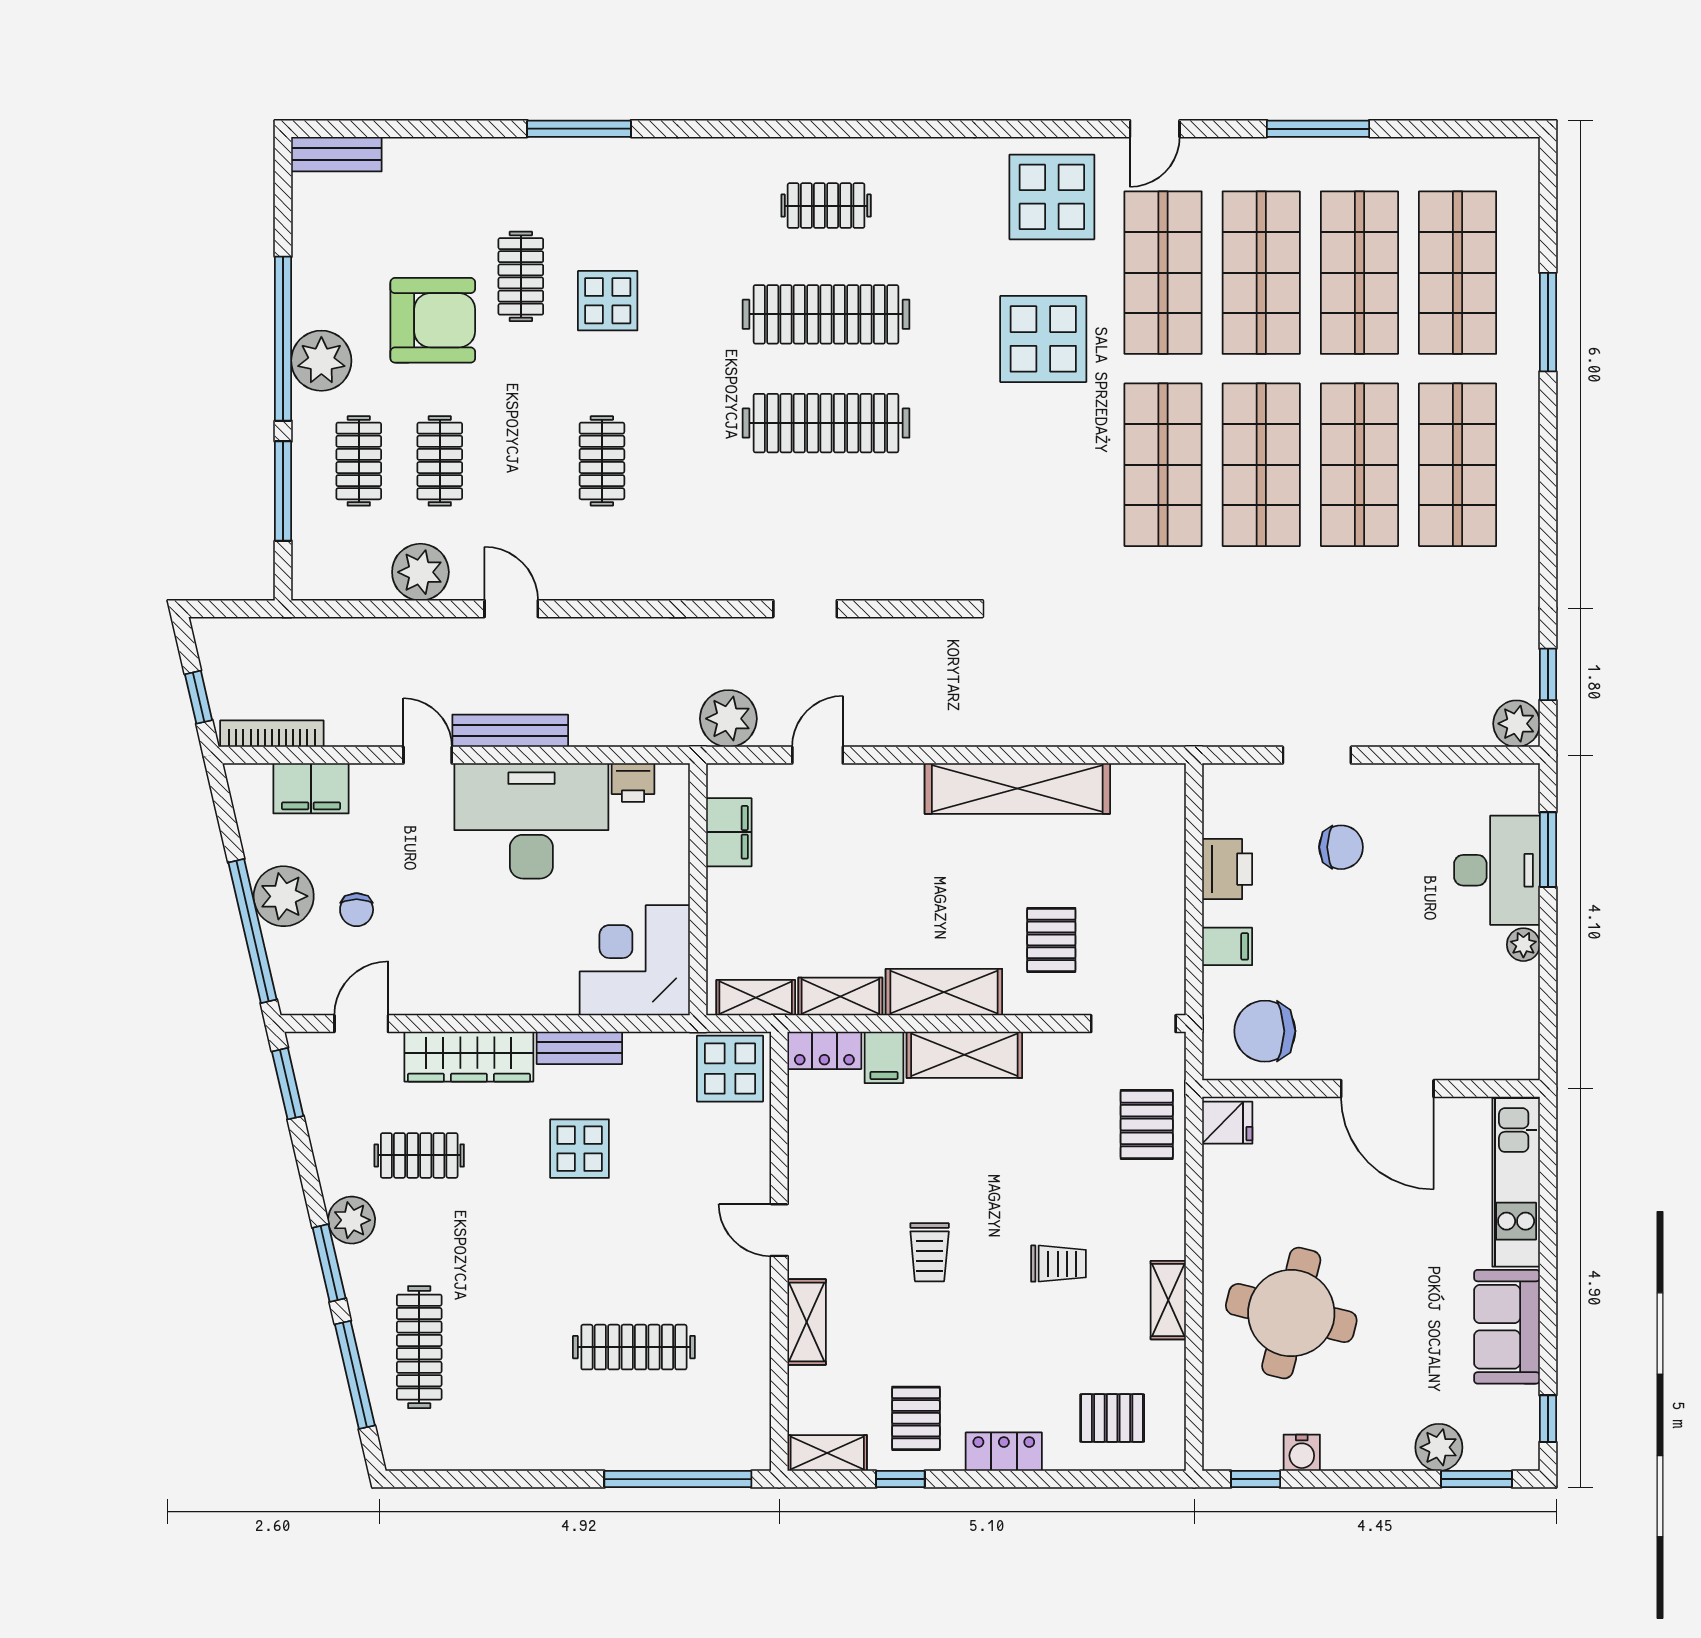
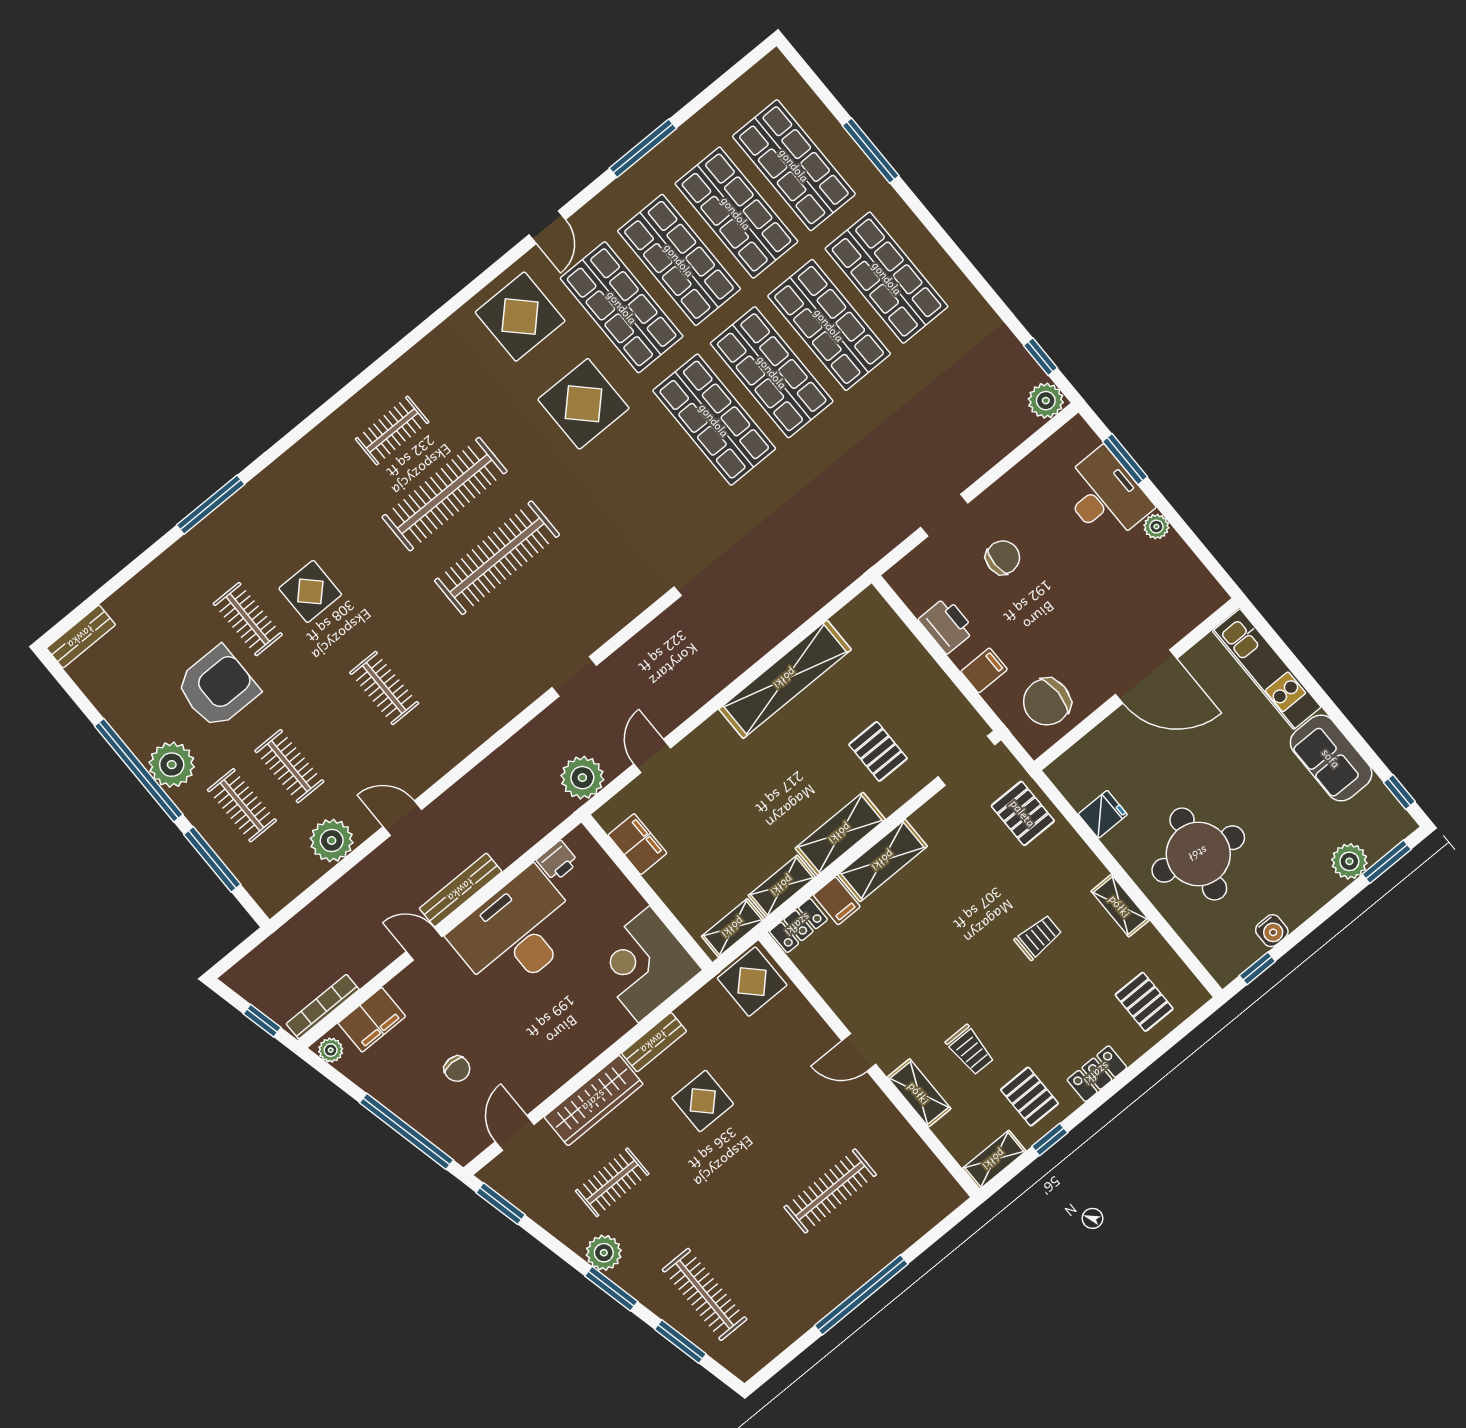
plant: (284, 896) -> (331, 1050), moved, width x0.53, depth x0.53
fridge: (1227, 1123) -> (1103, 814), moved
trolley: (930, 1252) -> (970, 1050), moved
window: (355, 1375) -> (680, 1342), width x0.69
pallet: (1112, 1418) -> (1144, 1002), turned 90
window: (678, 1479) -> (861, 1295), moved

